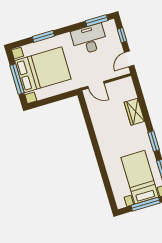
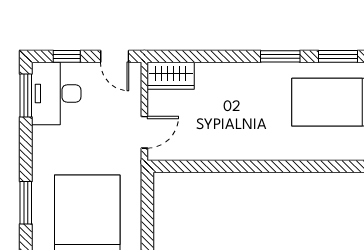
desk: (89, 39) -> (56, 94), moved
wardrobe: (134, 112) -> (171, 76), moved

